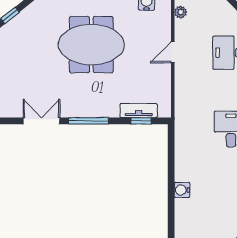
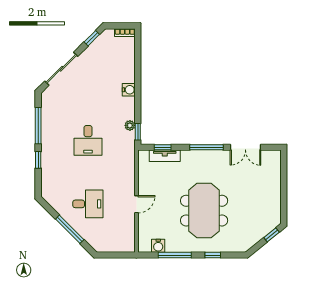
plant: (181, 12) -> (130, 125), moved
meeting table: (91, 45) -> (204, 211), turned 90
window: (171, 139) -> (138, 132), added

